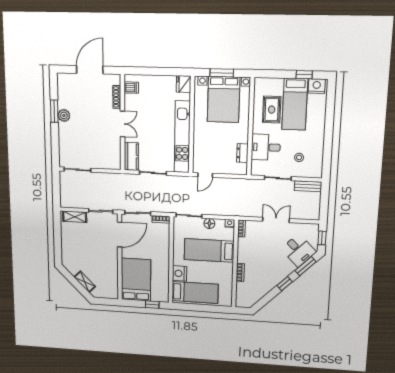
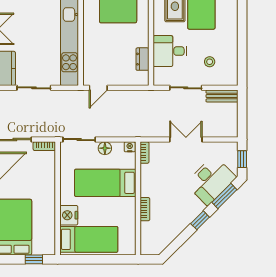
desk: (298, 250) -> (211, 180), width x1.37

